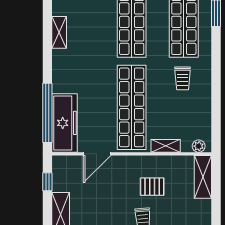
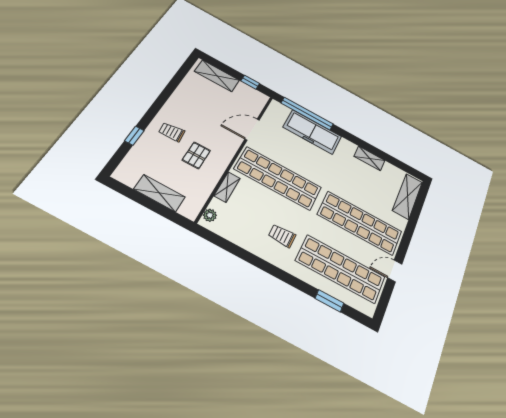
freezer: (64, 123) -> (312, 132), moved
door: (97, 154) -> (252, 130), hinge flipped
shelving: (203, 177) -> (159, 193), moved

